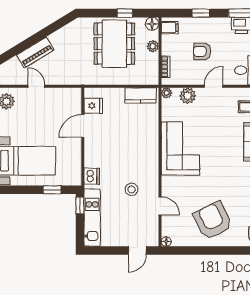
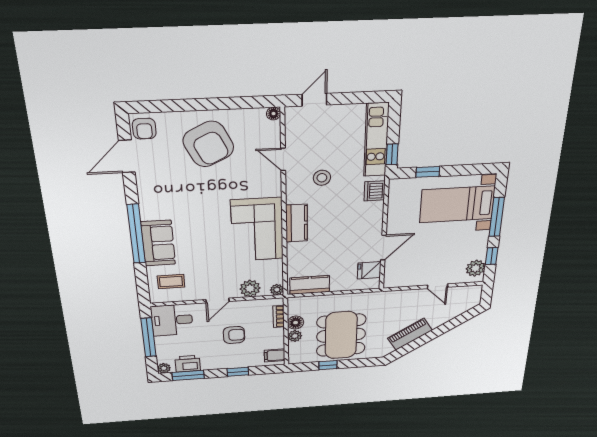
floor lamp: (152, 24) -> (296, 323), moved
piano: (35, 52) -> (410, 334), moved
kitchen counter: (151, 152) -> (297, 223), added

